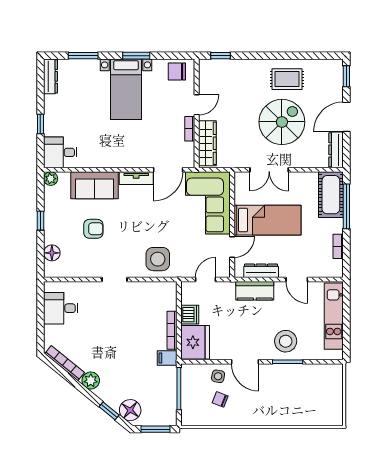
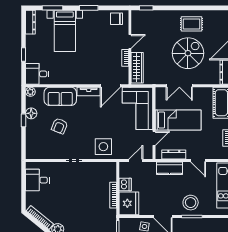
bed with nightstands: (126, 89) -> (65, 31), moved
armchair: (93, 229) -> (60, 126), turned 112
floor lamp: (52, 253) -> (31, 113), moved
filing cabinet: (167, 358) -> (110, 214), removed

